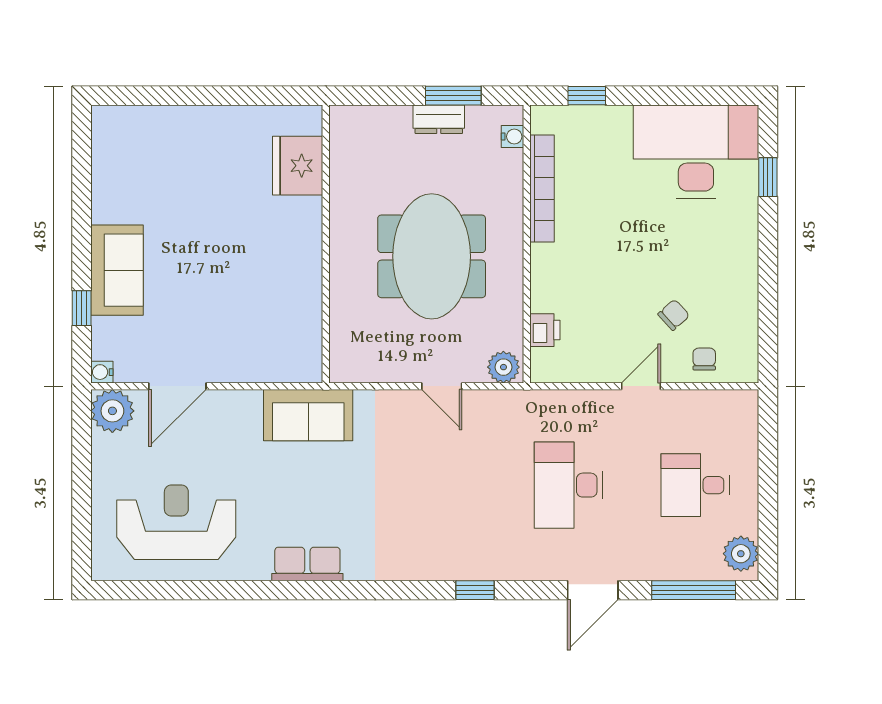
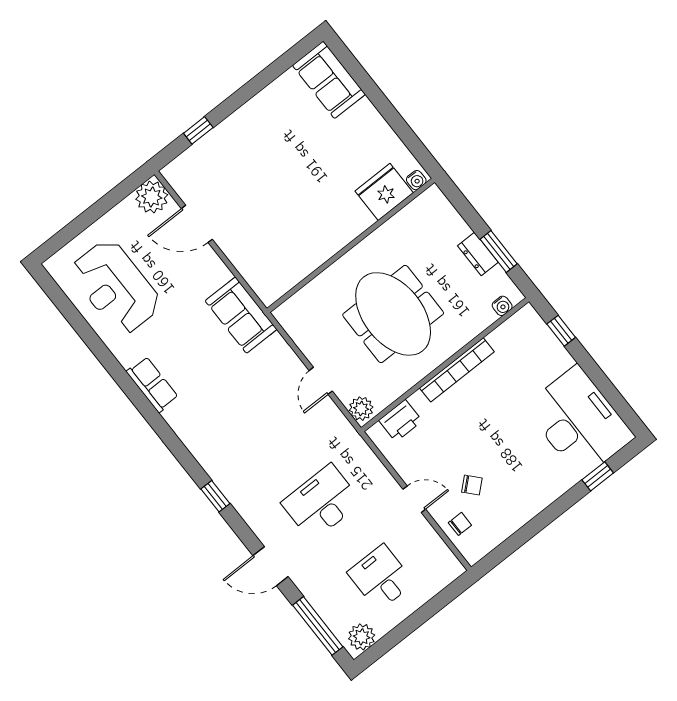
bookcase: (542, 188) -> (457, 370), moved
meeting table: (432, 256) -> (393, 314), turned 90
sofa: (117, 270) -> (329, 80), moved, turned 90
printer: (545, 330) -> (401, 421), width x1.36, depth x1.24
water cooler: (102, 372) -> (416, 180), moved, turned 180
reception desk: (176, 522) -> (116, 287), turned 180

